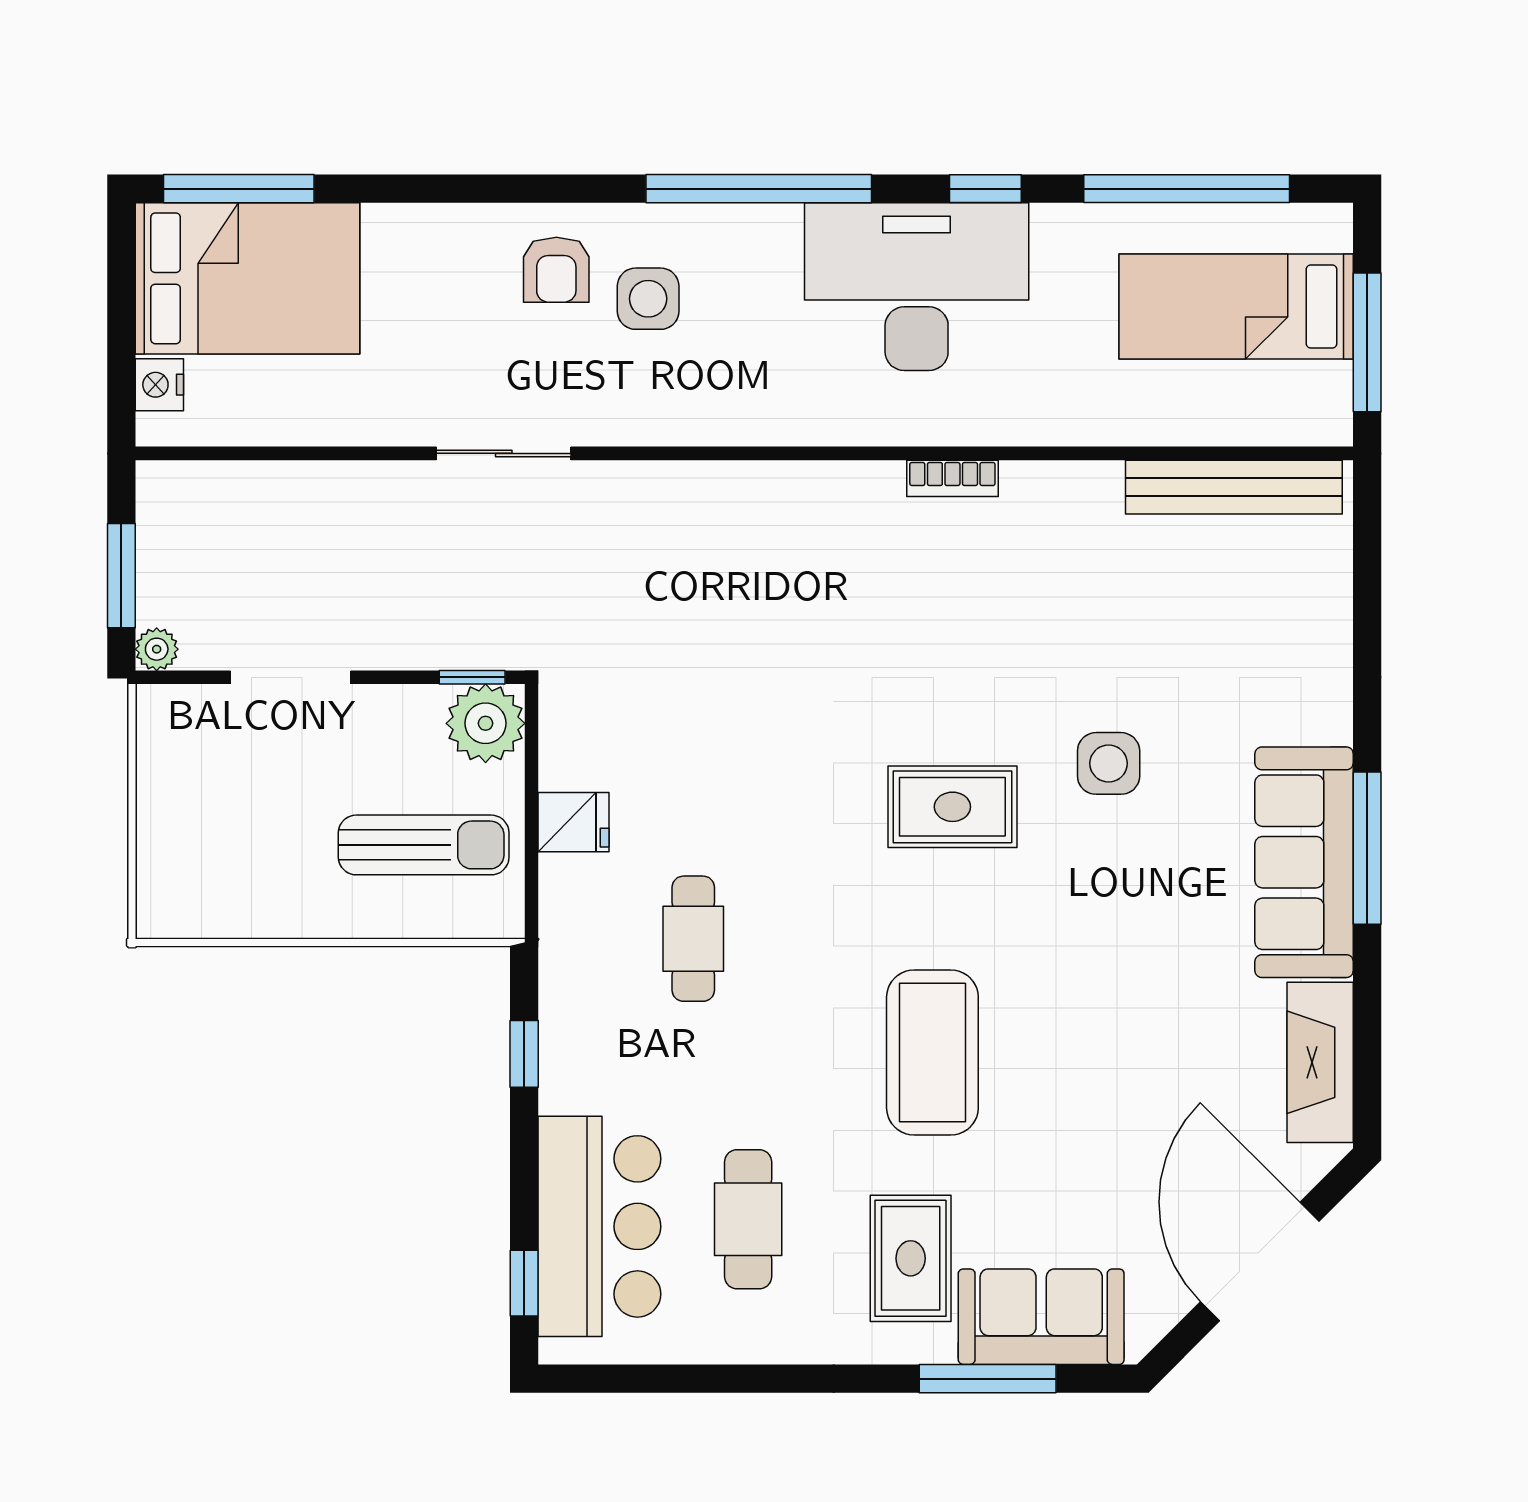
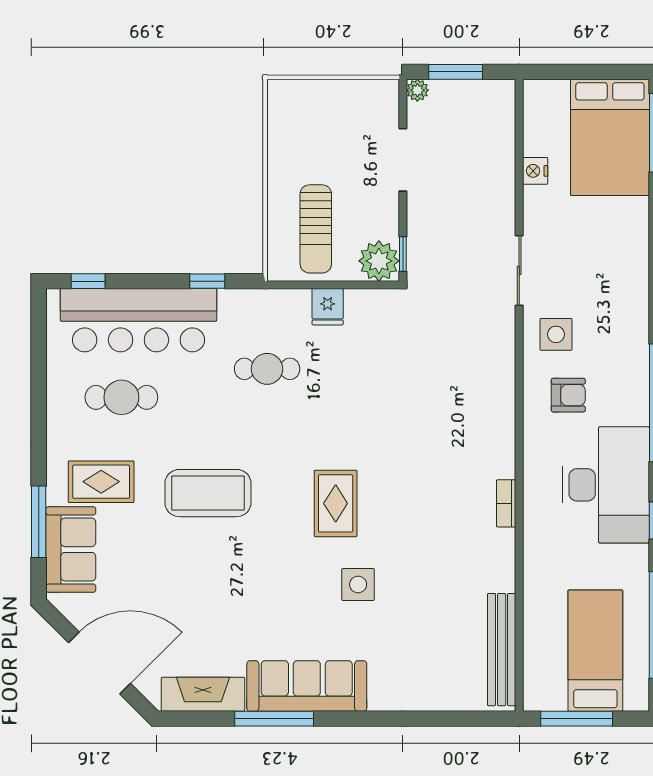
armchair: (556, 270) -> (568, 395), moved, turned 180
side table: (648, 299) -> (556, 334), moved
nightstand: (159, 385) -> (535, 171), moved, turned -90
window: (1367, 848) -> (274, 719), moved
bar counter: (599, 1226) -> (139, 320), width x1.36

